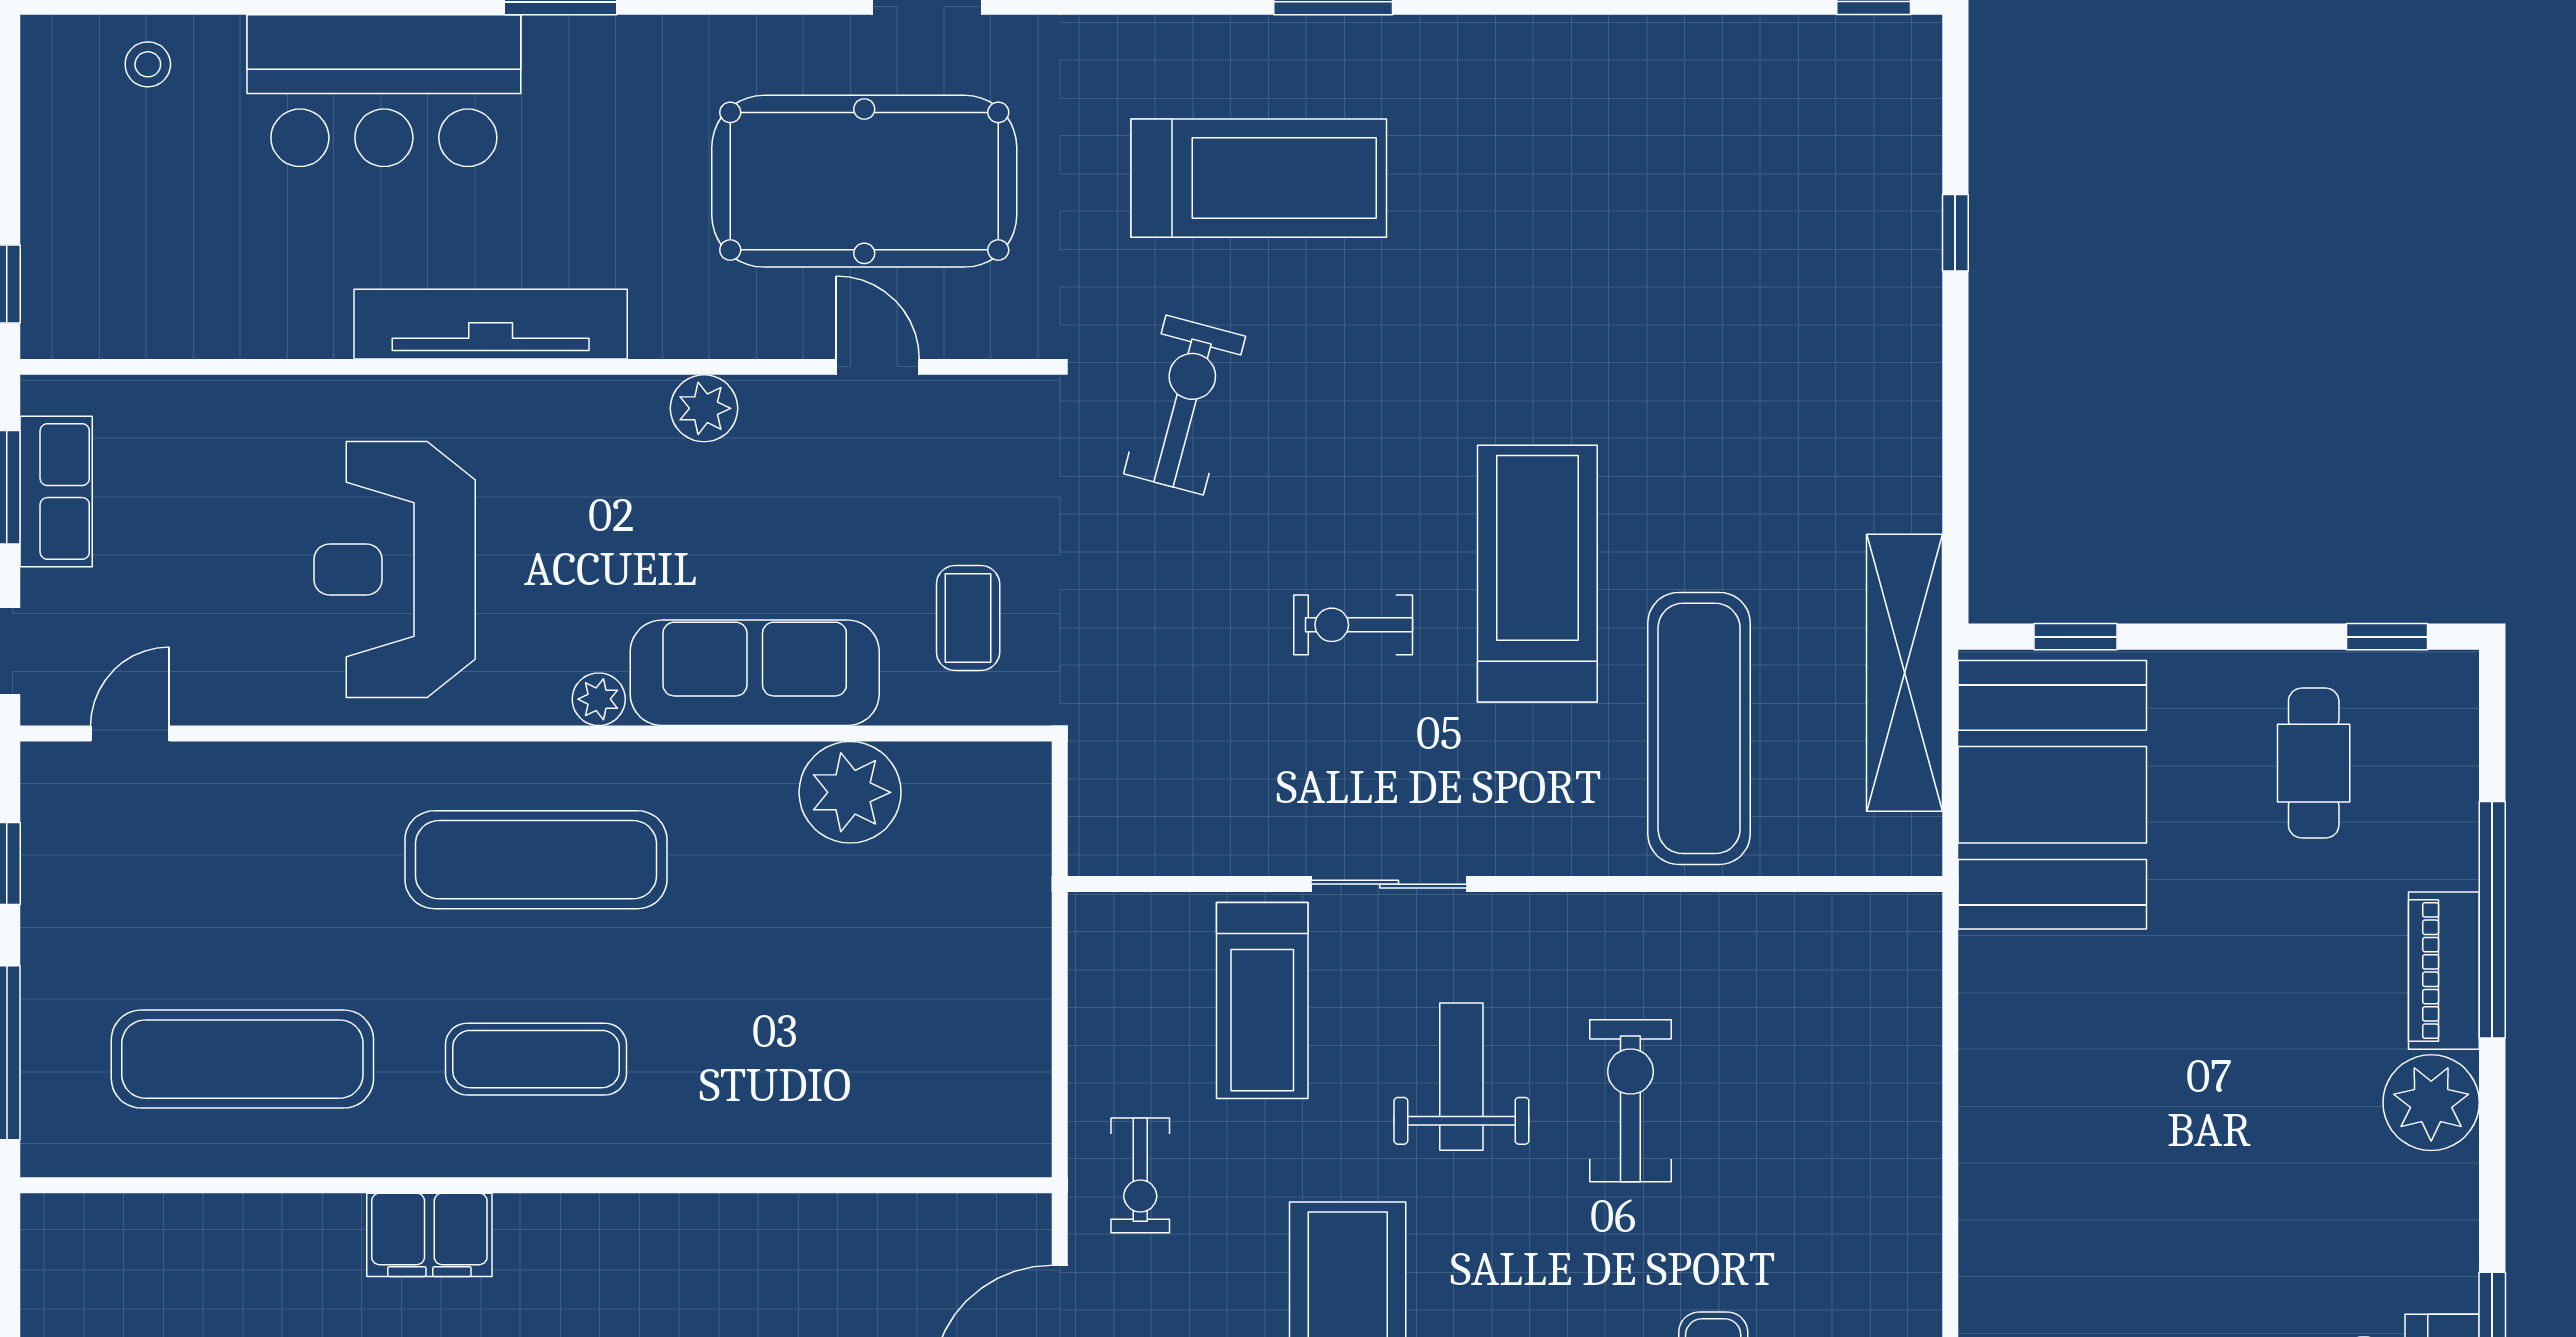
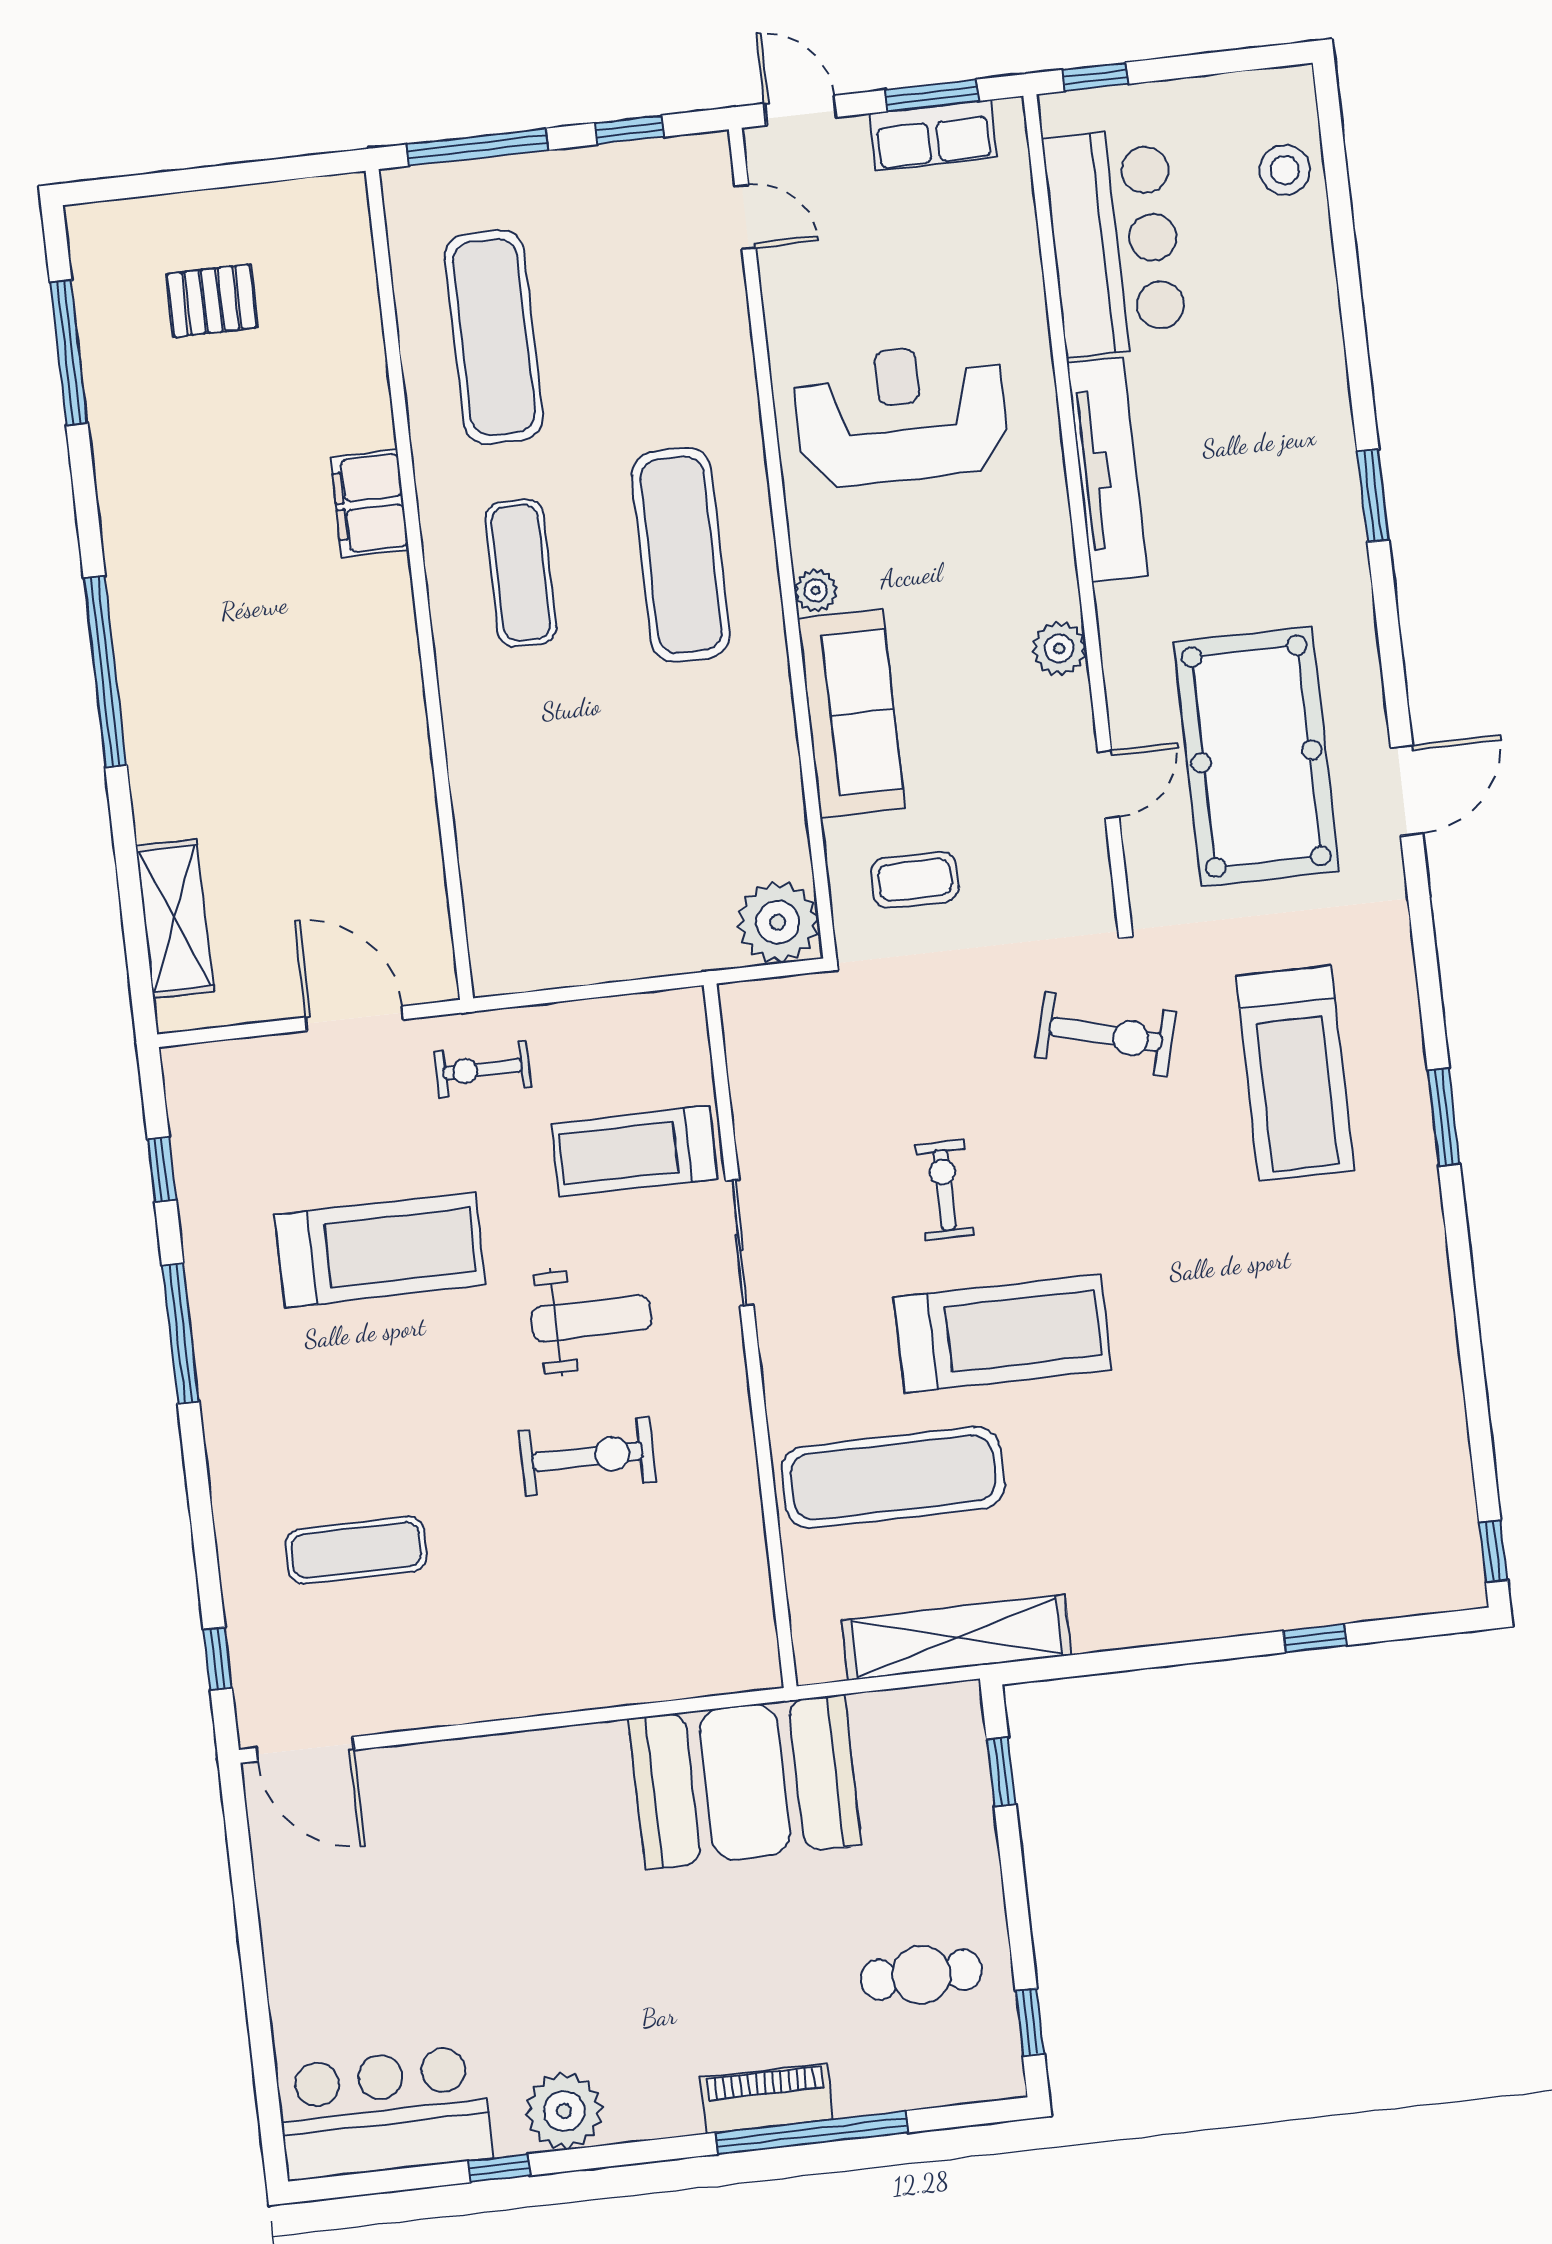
stool: (148, 64) -> (1285, 170), width x1.37, depth x1.37
bar counter: (384, 91) -> (1115, 242), moved, turned 180
plant: (850, 792) -> (778, 922), moved
booth: (2052, 795) -> (745, 1782), moved
plant: (2431, 1103) -> (564, 2111), moved

